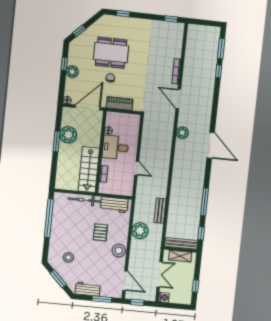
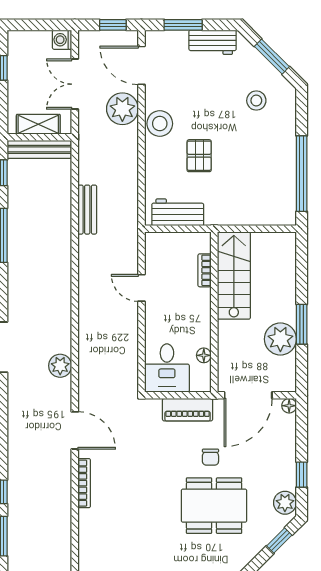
plant: (72, 72) -> (285, 503), moved
desk: (115, 147) -> (167, 368), moved, turned 90
bicycle: (84, 200) -> (237, 216), removed
plant: (140, 231) -> (122, 109), moved

